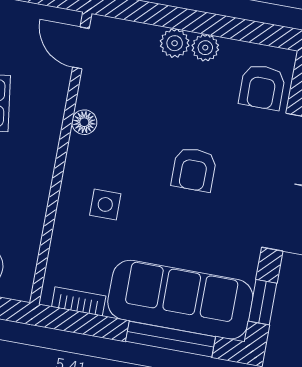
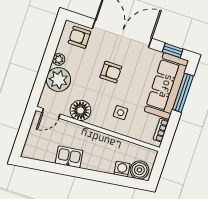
plant: (175, 43) -> (58, 80), width x1.88, depth x1.88
armchair: (262, 87) -> (79, 37), turned 180
floor lamp: (84, 122) -> (80, 110), width x1.89, depth x1.89

